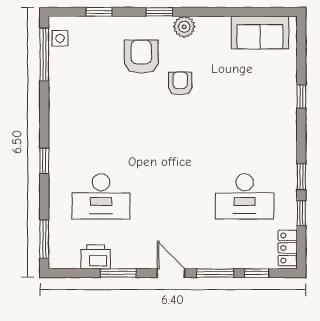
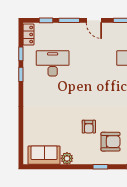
plant: (184, 27) -> (67, 158), moved
armchair: (141, 57) -> (111, 142), turned -90
window: (301, 96) -> (21, 119), removed

